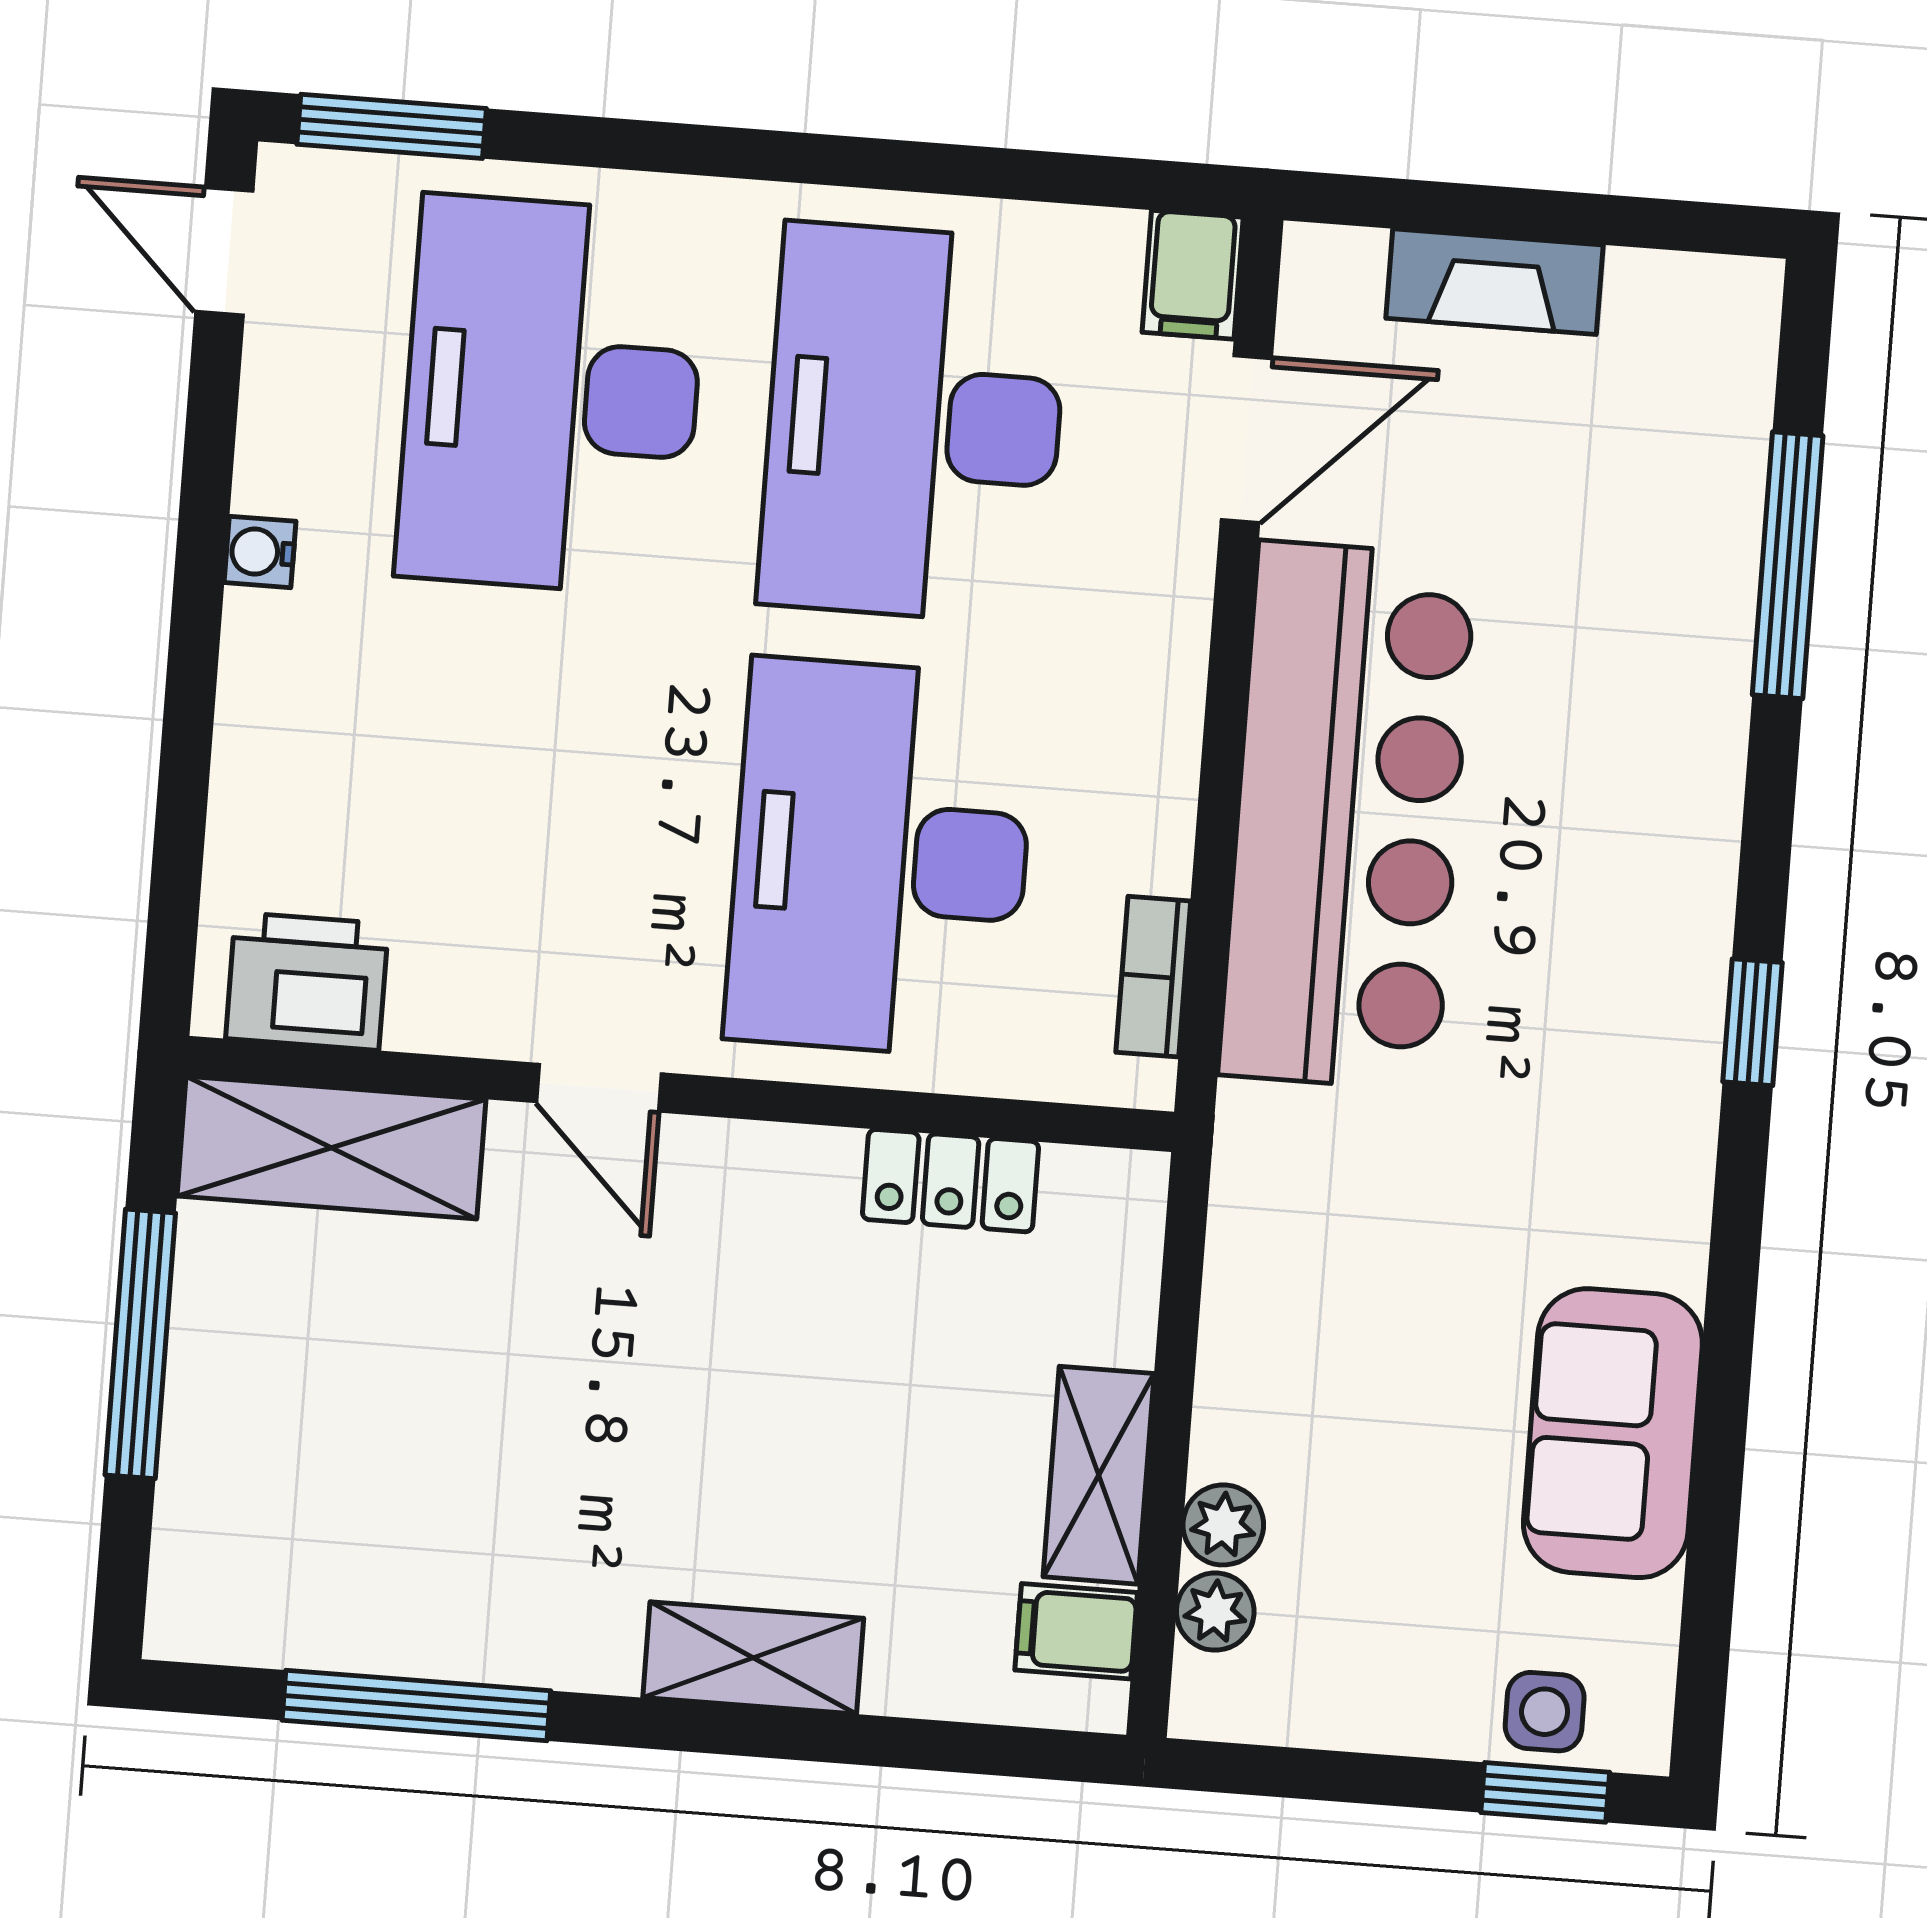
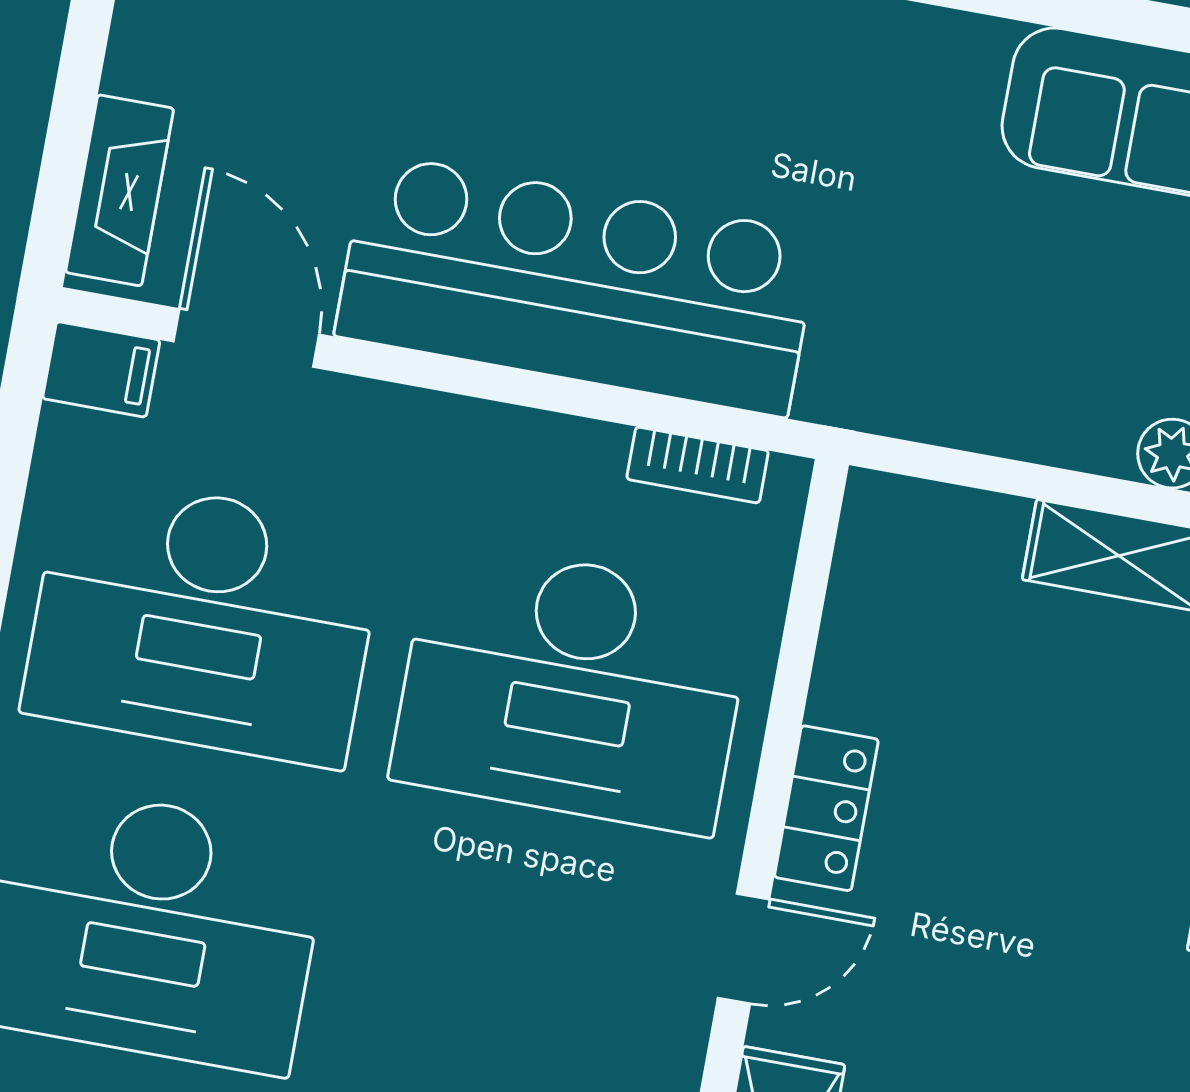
fireplace: (1494, 282) -> (120, 190), moved
locker: (951, 1181) -> (826, 808), moved

